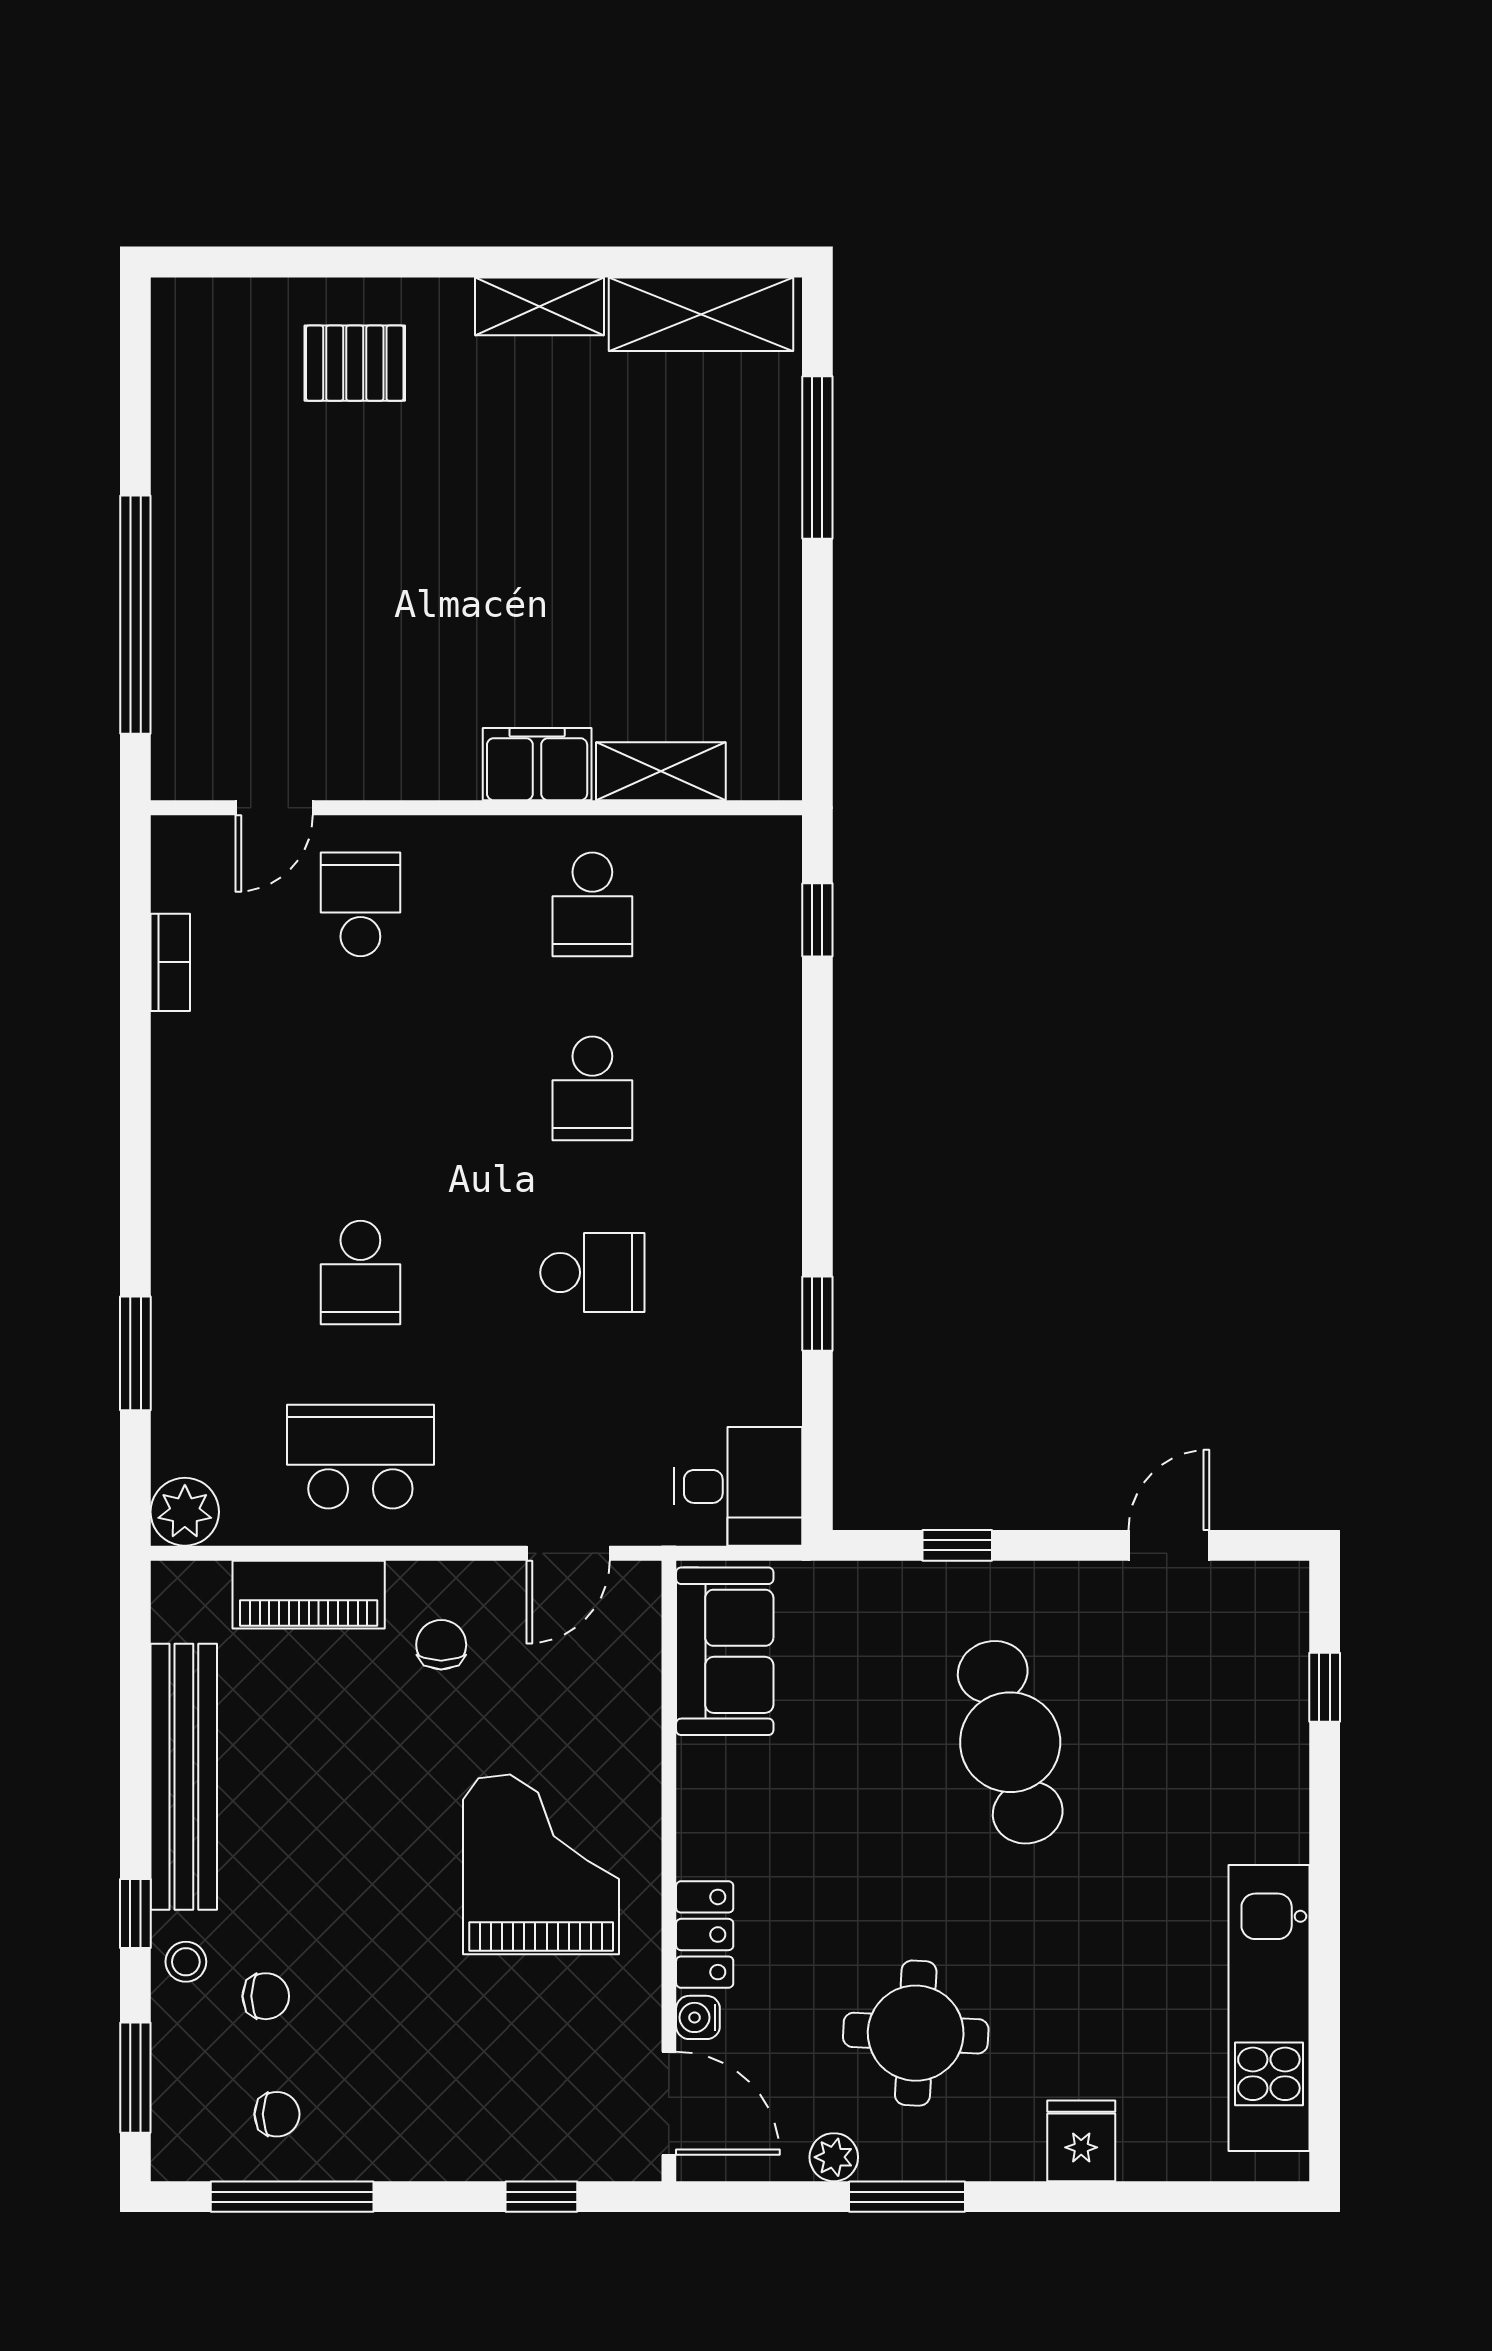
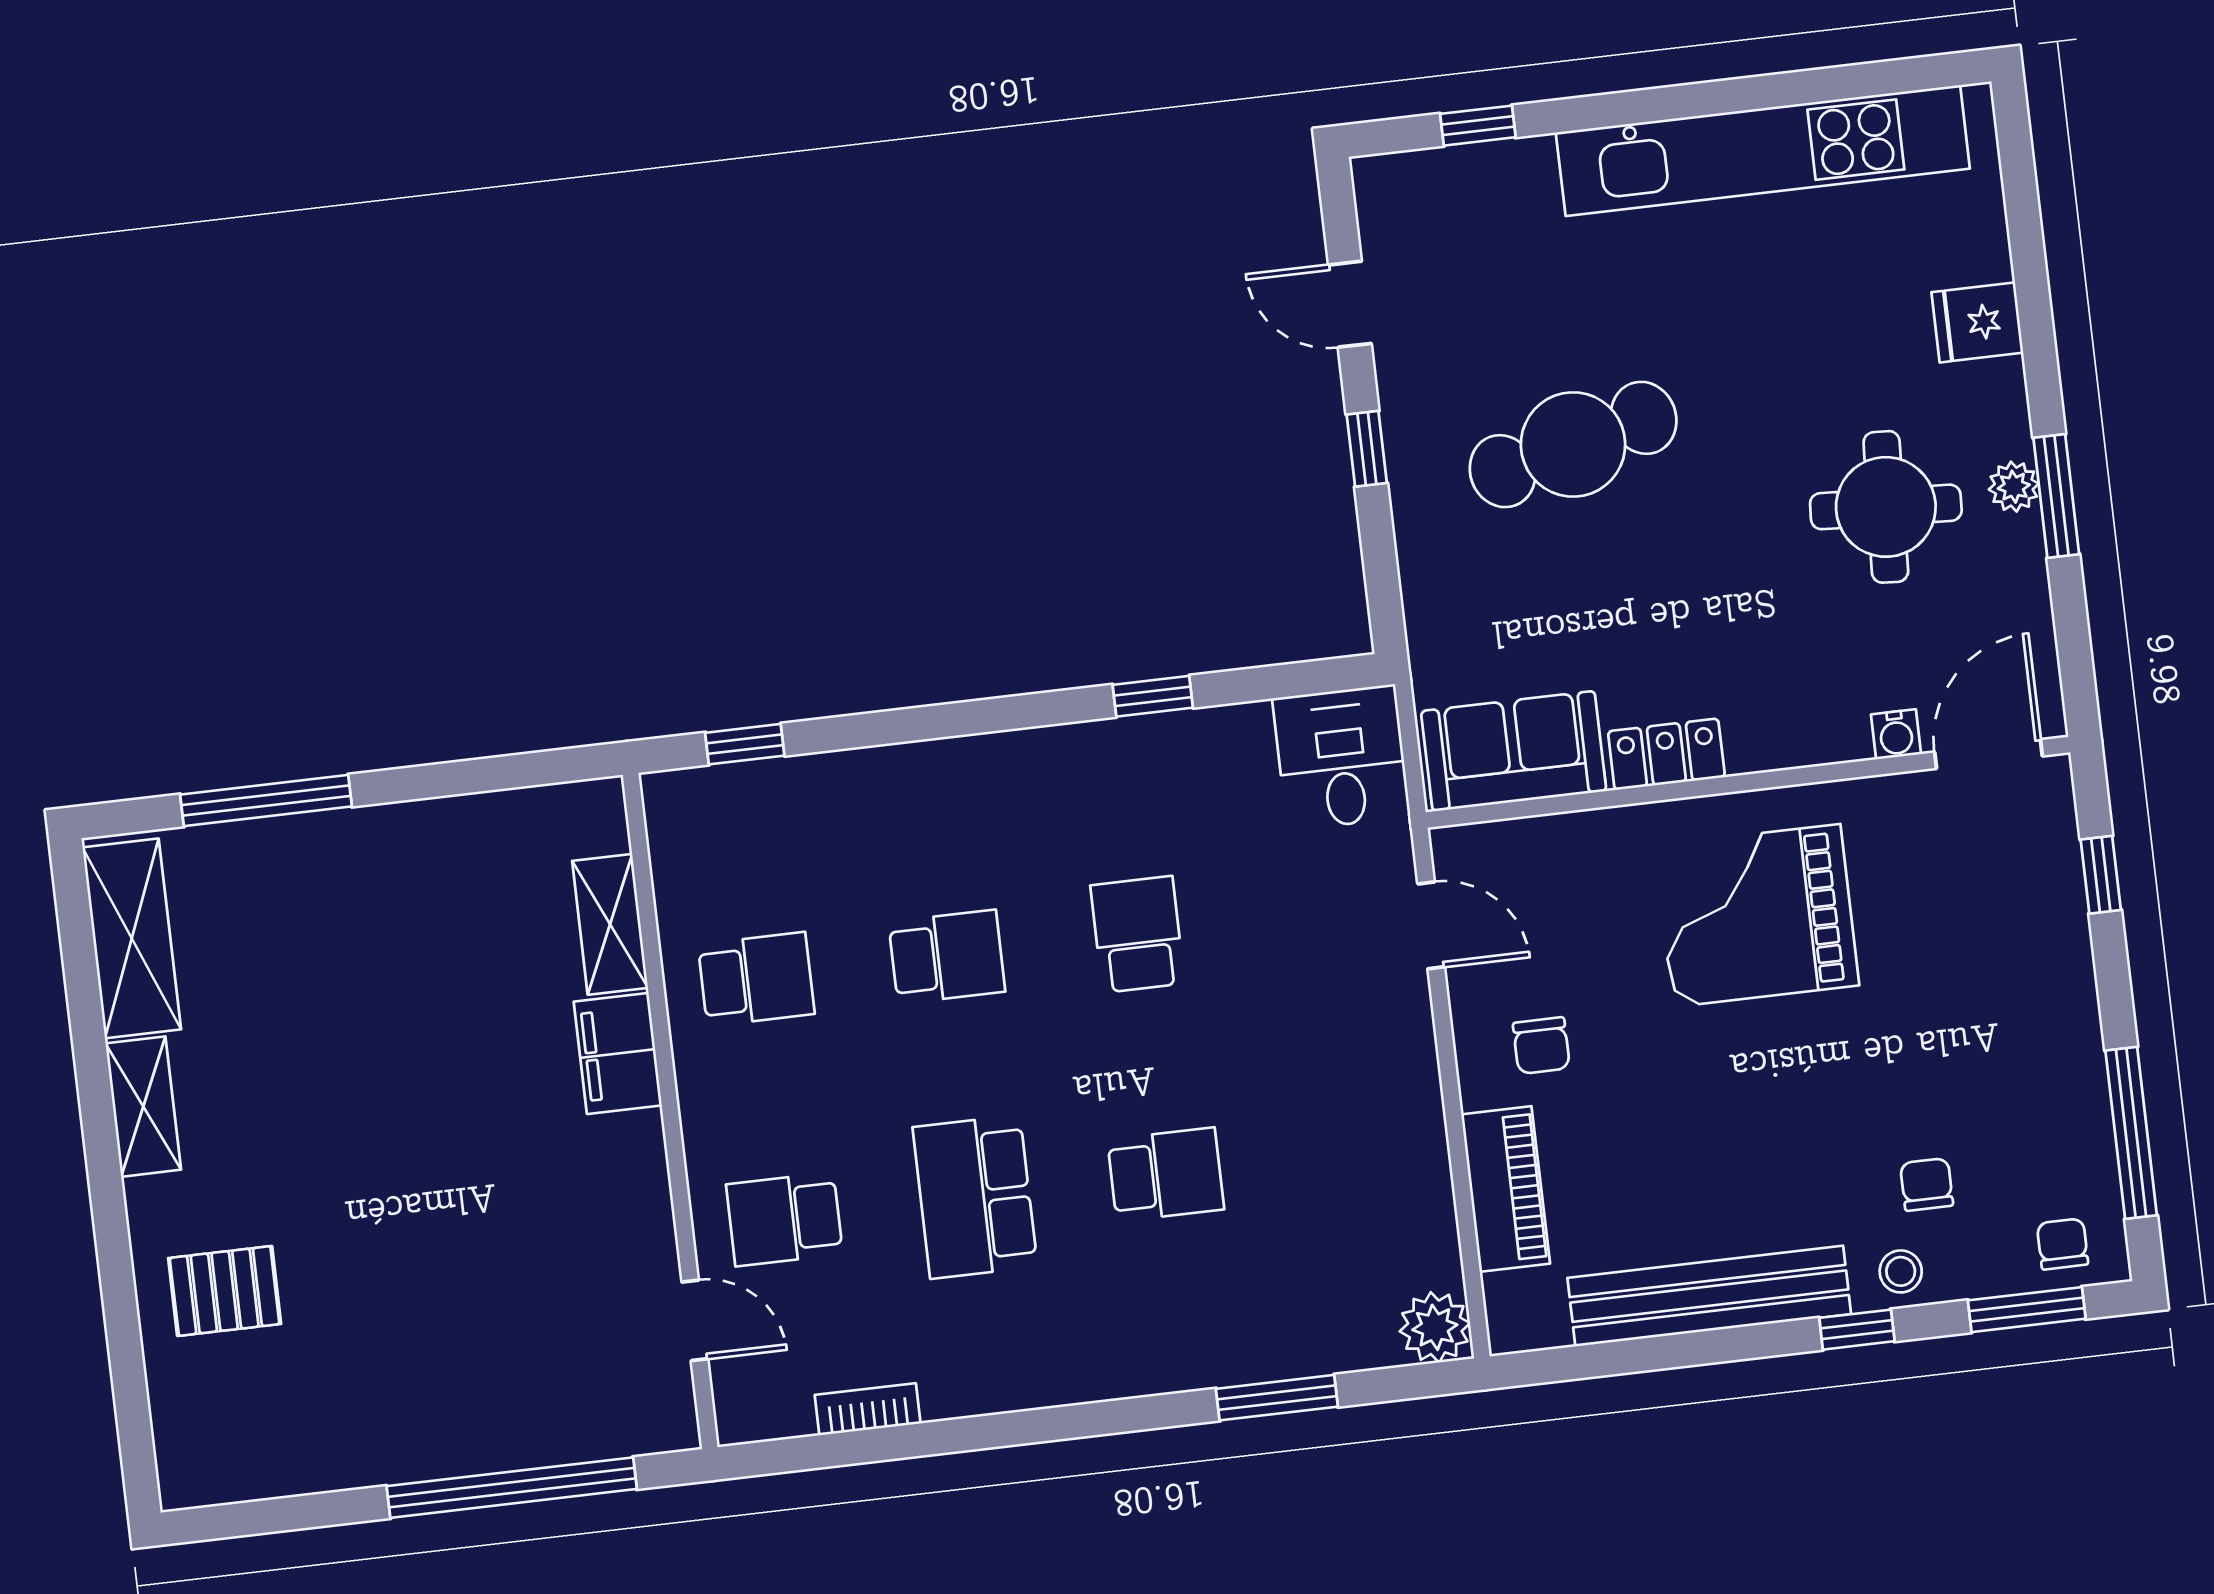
pallet: (355, 363) -> (225, 1291), turned 90
school desk: (360, 1457) -> (975, 1197), moved
window: (957, 1545) -> (1367, 449), moved
chair: (441, 1645) -> (1541, 1046), turned -90
locker: (705, 1935) -> (1666, 754), moved
kitchen unit: (1269, 2008) -> (1763, 151), width x1.36
chair: (277, 2114) -> (2062, 1244), moved
plant: (834, 2157) -> (2014, 487), moved

